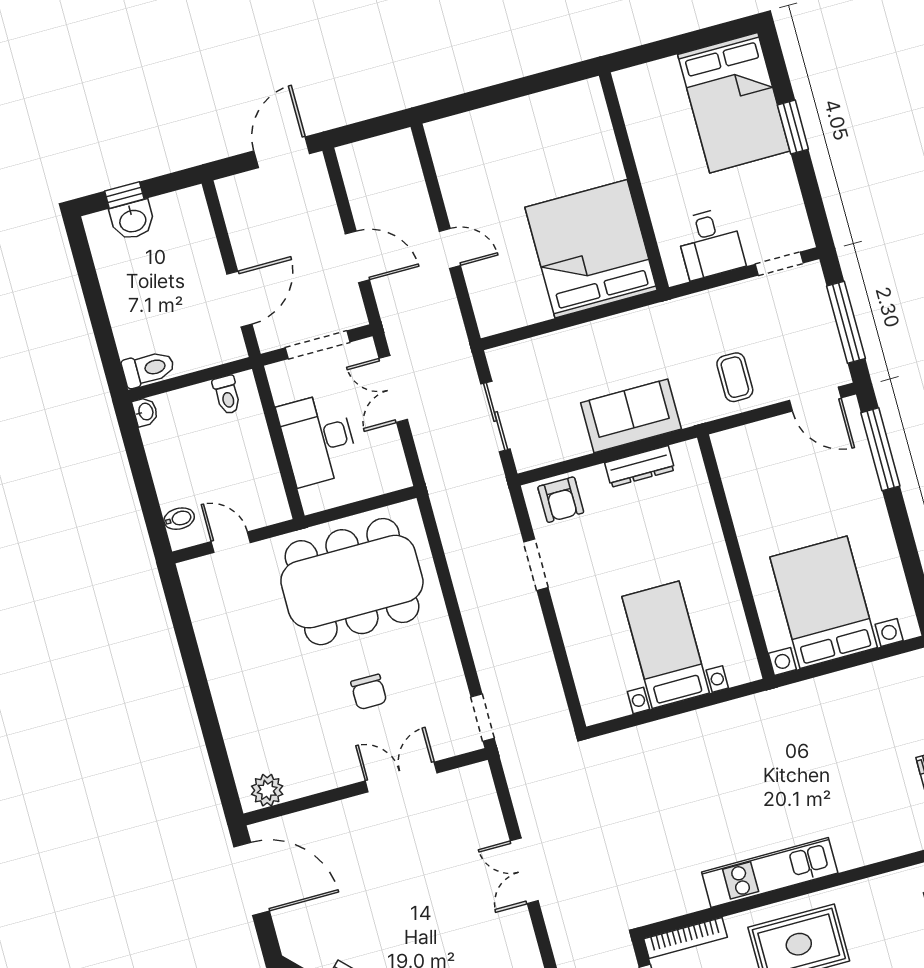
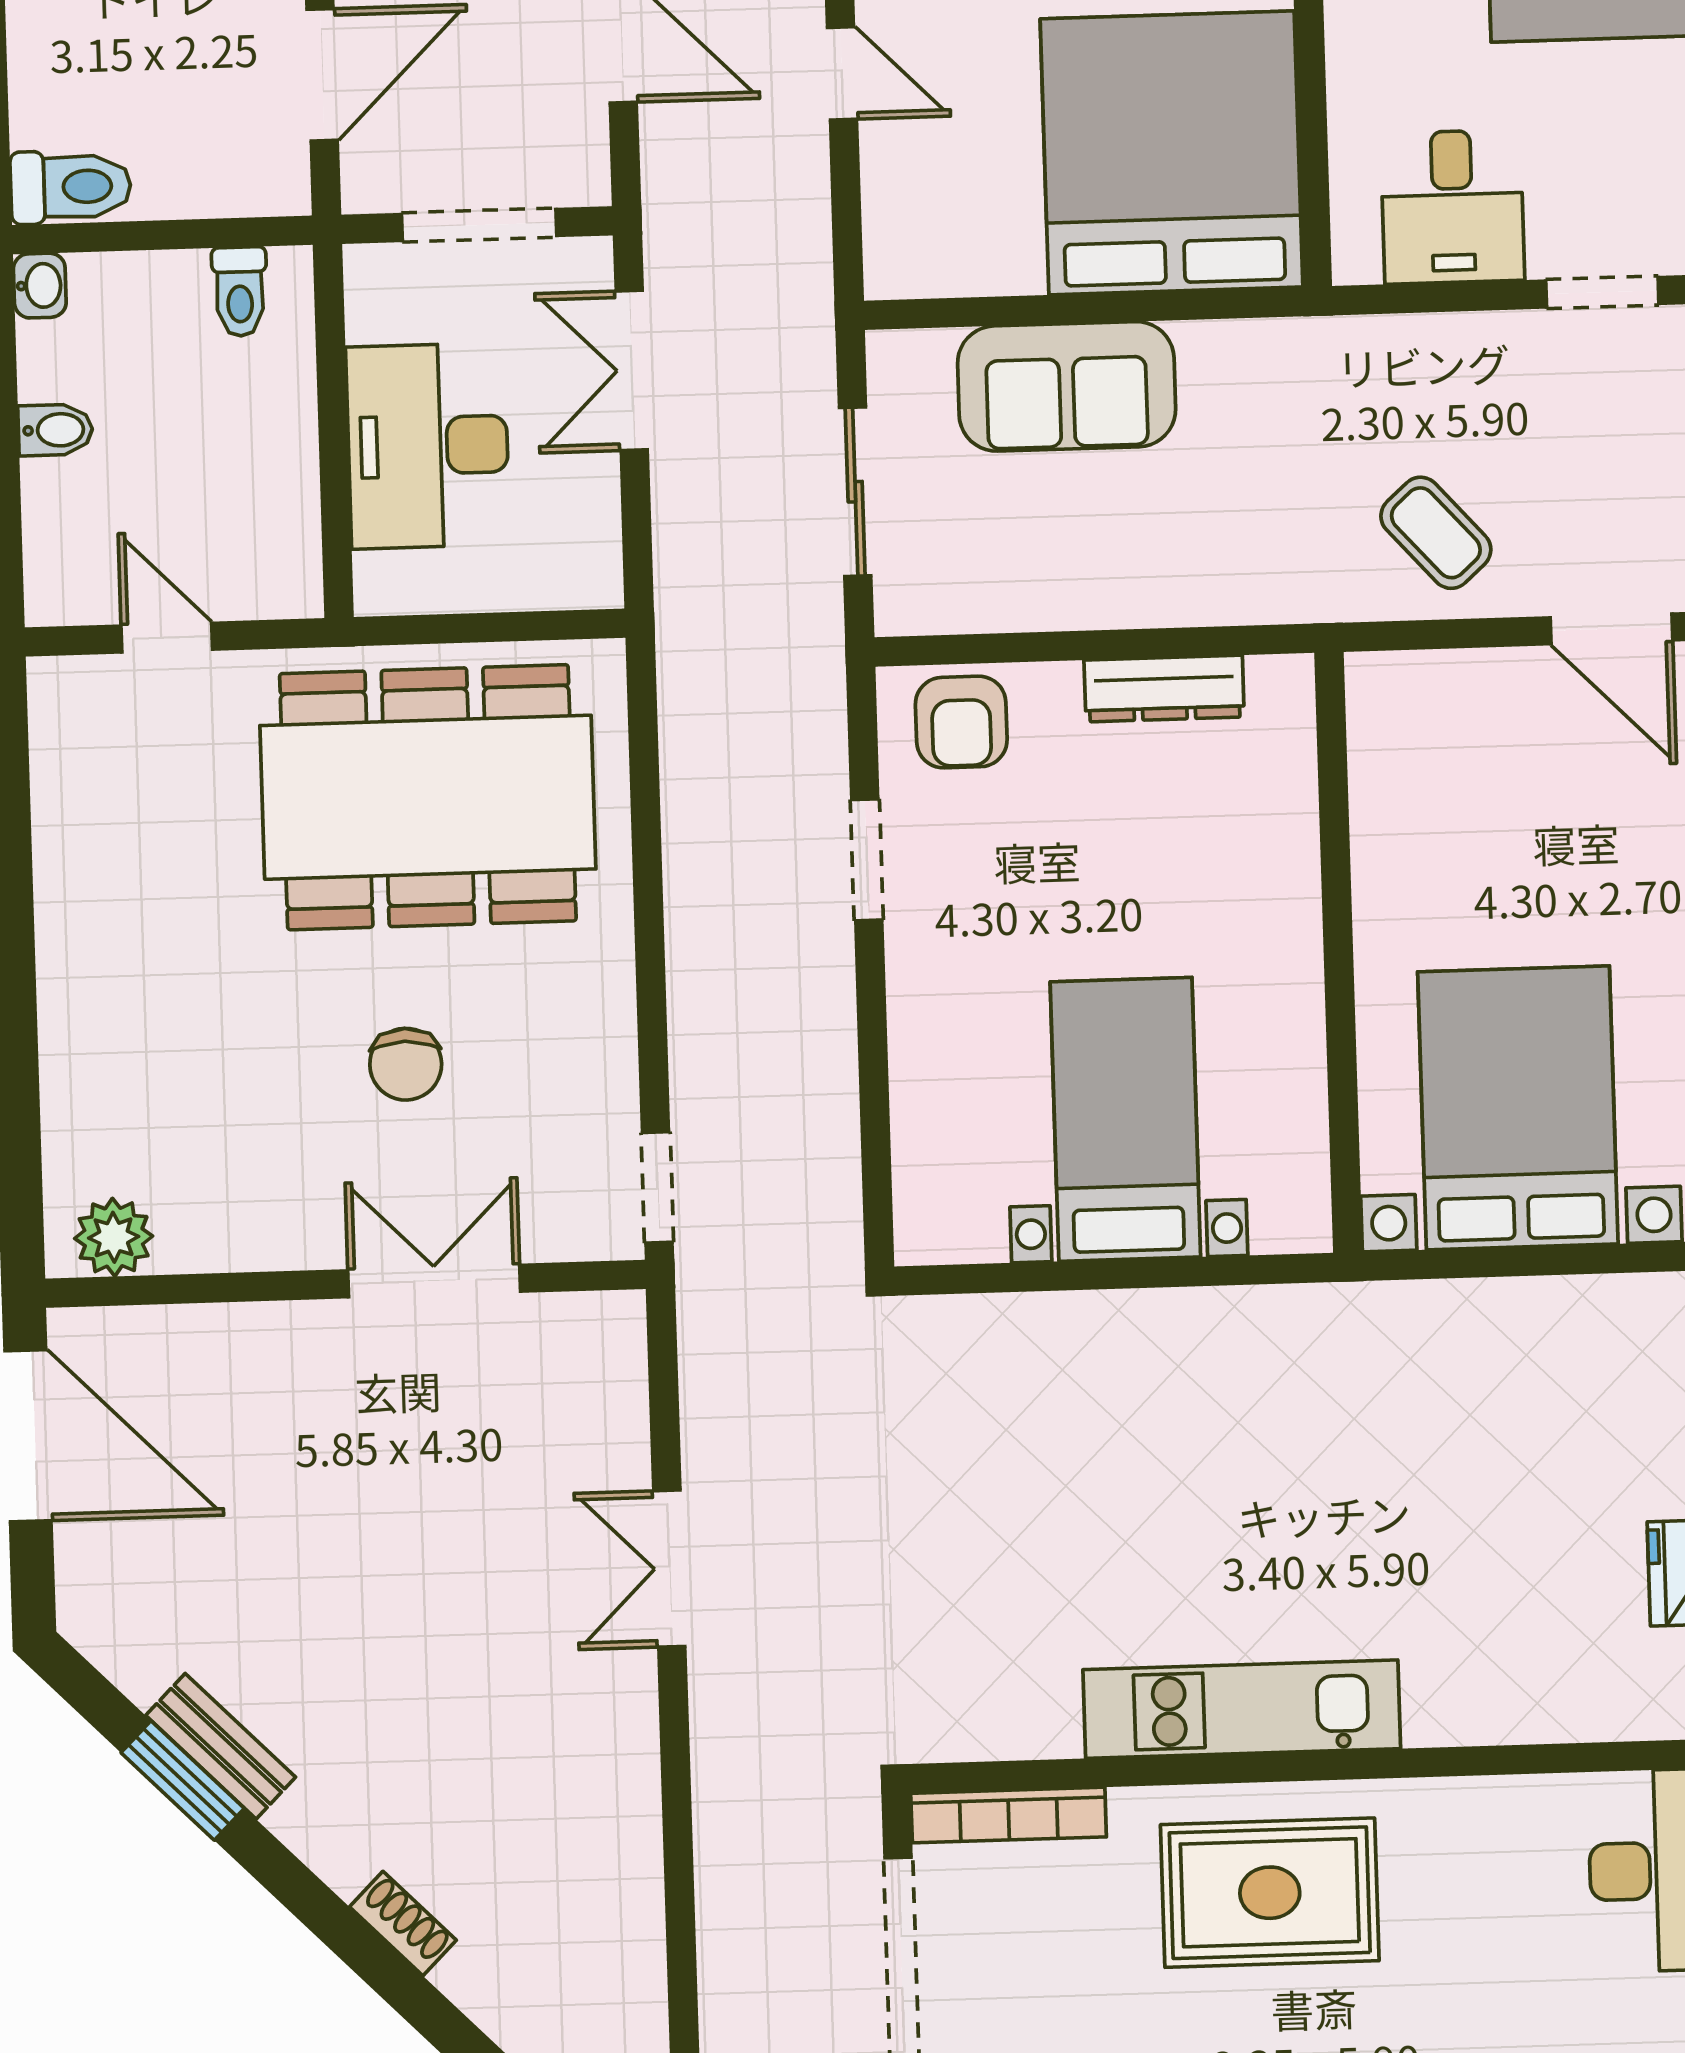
coffee table: (735, 377) -> (1436, 533), turned -42
sofa: (631, 416) -> (1067, 386), moved, turned 180
bidet: (179, 519) -> (55, 430), moved

